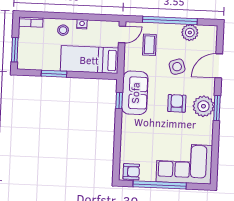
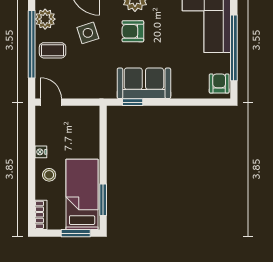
coffee table: (149, 45) -> (53, 50), moved
bed: (89, 60) -> (82, 194), moved, turned 180
window: (54, 74) -> (103, 200), moved
sofa: (135, 93) -> (144, 83), moved

